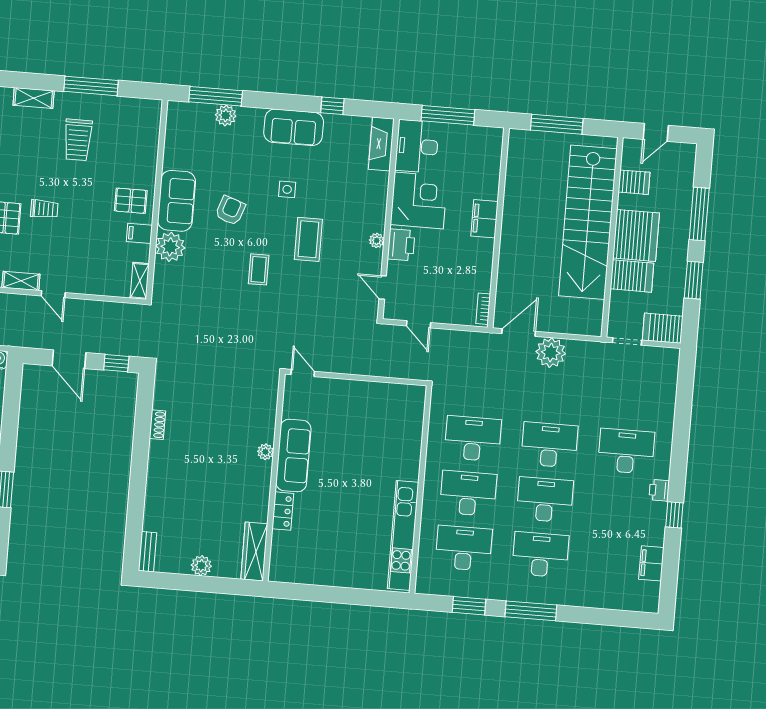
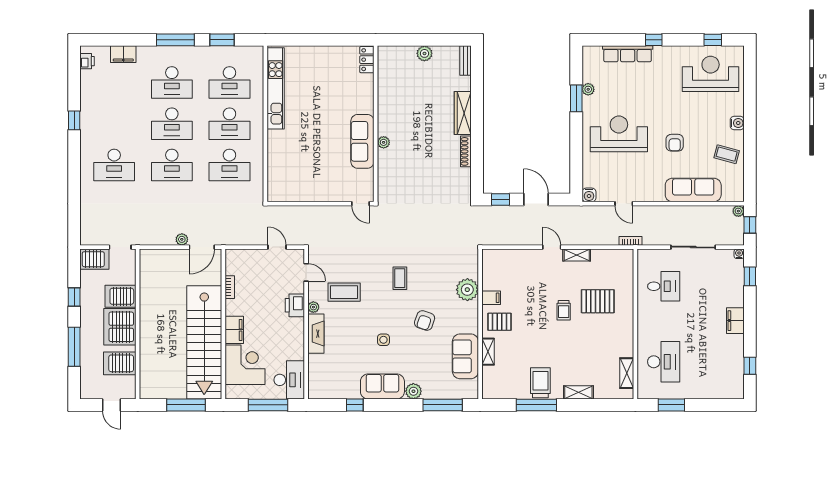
plant: (226, 115) -> (413, 391), moved
door: (656, 132) -> (112, 405), swing flipped
trolley: (78, 140) -> (540, 383), moved
fireplace: (381, 144) -> (316, 334), moved
server rack: (634, 182) -> (120, 363), width x1.36, depth x1.44
corner desk: (419, 200) -> (245, 365), moved, turned 180
sofa: (176, 201) -> (465, 356), moved
trolley: (44, 209) -> (564, 310), turned -90
stairs: (588, 222) -> (204, 342), moved, turned 180
coffee table: (308, 239) -> (344, 292), moved, turned 90
window: (694, 280) -> (74, 297), width x0.67
shelving: (140, 281) -> (488, 352), moved
bookcase: (483, 309) -> (230, 287), moved
plant: (551, 353) -> (182, 239), width x0.53, depth x0.53
shoe rack: (157, 425) -> (466, 151), width x1.43
printer: (659, 490) -> (87, 61), moved
locker: (283, 511) -> (367, 60), moved
wardrobe: (254, 551) -> (463, 113), moved, turned 180
filing cabinet: (651, 563) -> (123, 54), moved, turned 90

